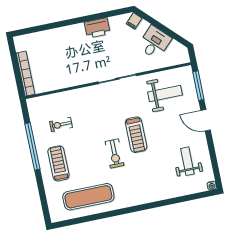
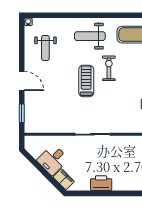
filing cabinet: (134, 21) -> (64, 179), width x2.00
window: (198, 86) -> (22, 113), width x0.69
weight bench: (165, 94) -> (90, 36), moved

